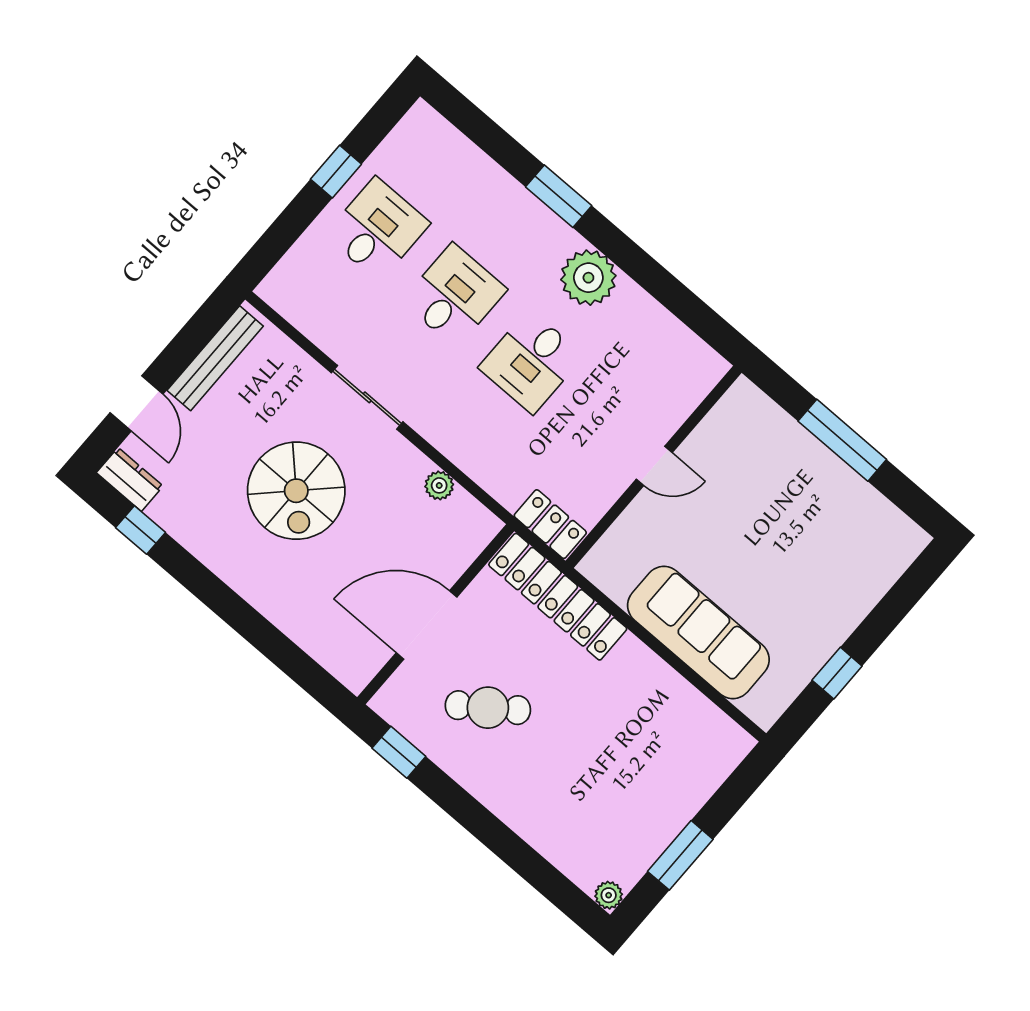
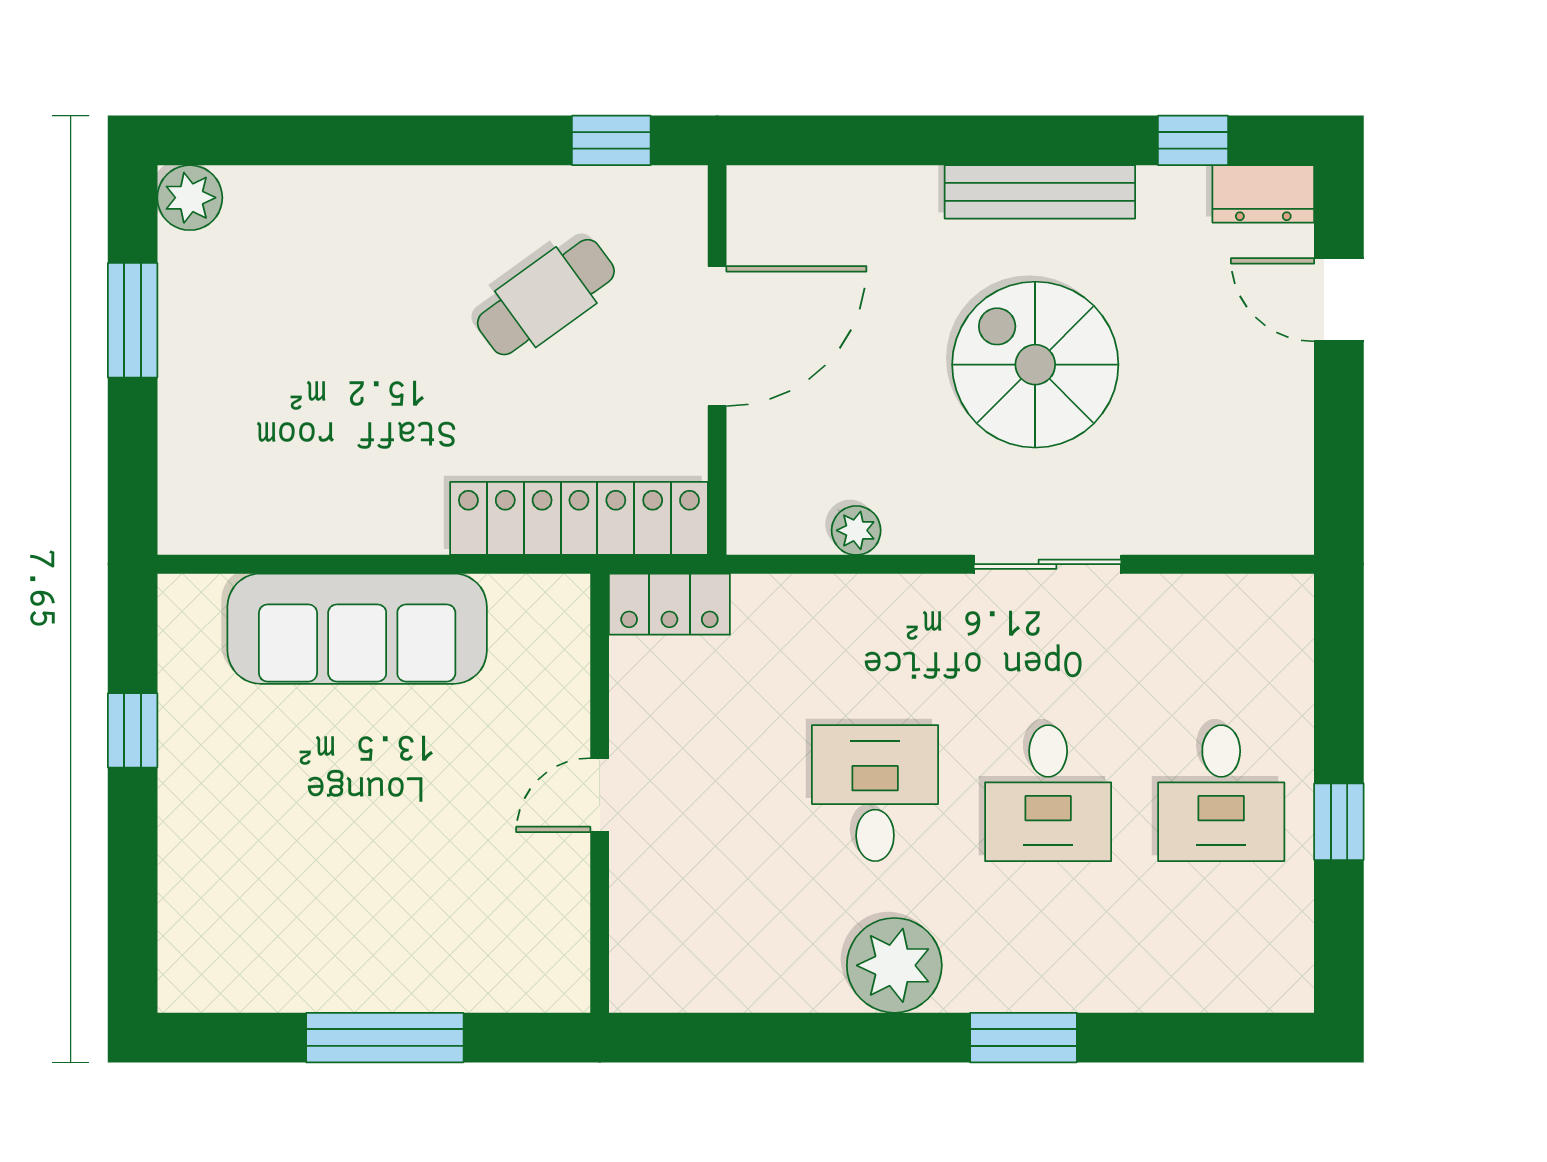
bench: (215, 358) -> (1040, 192), moved, turned 90
plant: (609, 895) -> (190, 198), width x1.38, depth x1.38

